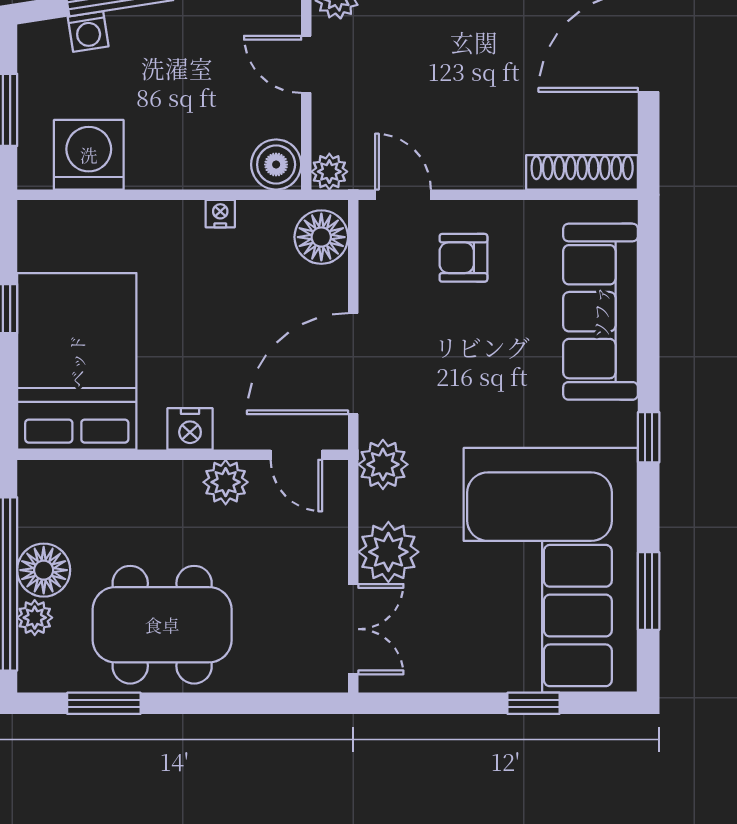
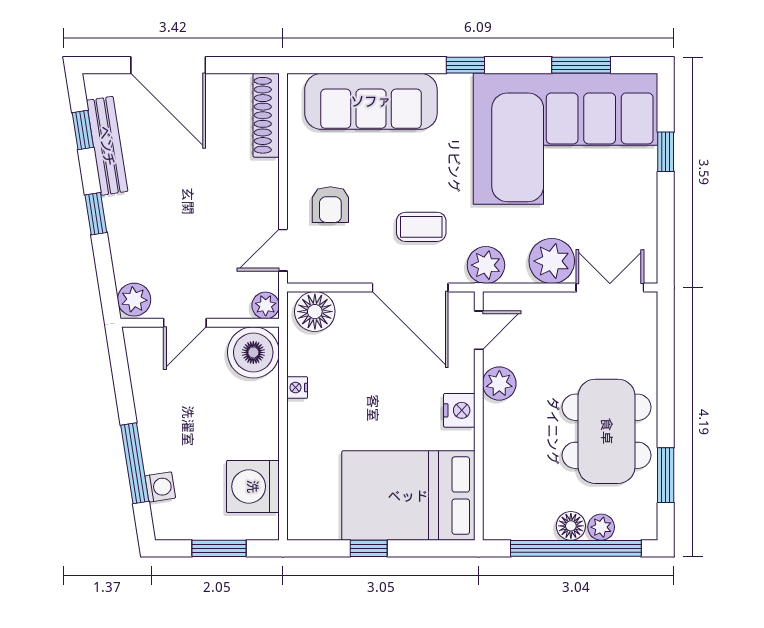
boiler: (276, 165) -> (253, 352), width x1.37, depth x1.37
coffee table: (434, 379) -> (421, 227), added
floor lamp: (44, 570) -> (571, 526), width x0.73, depth x0.73

